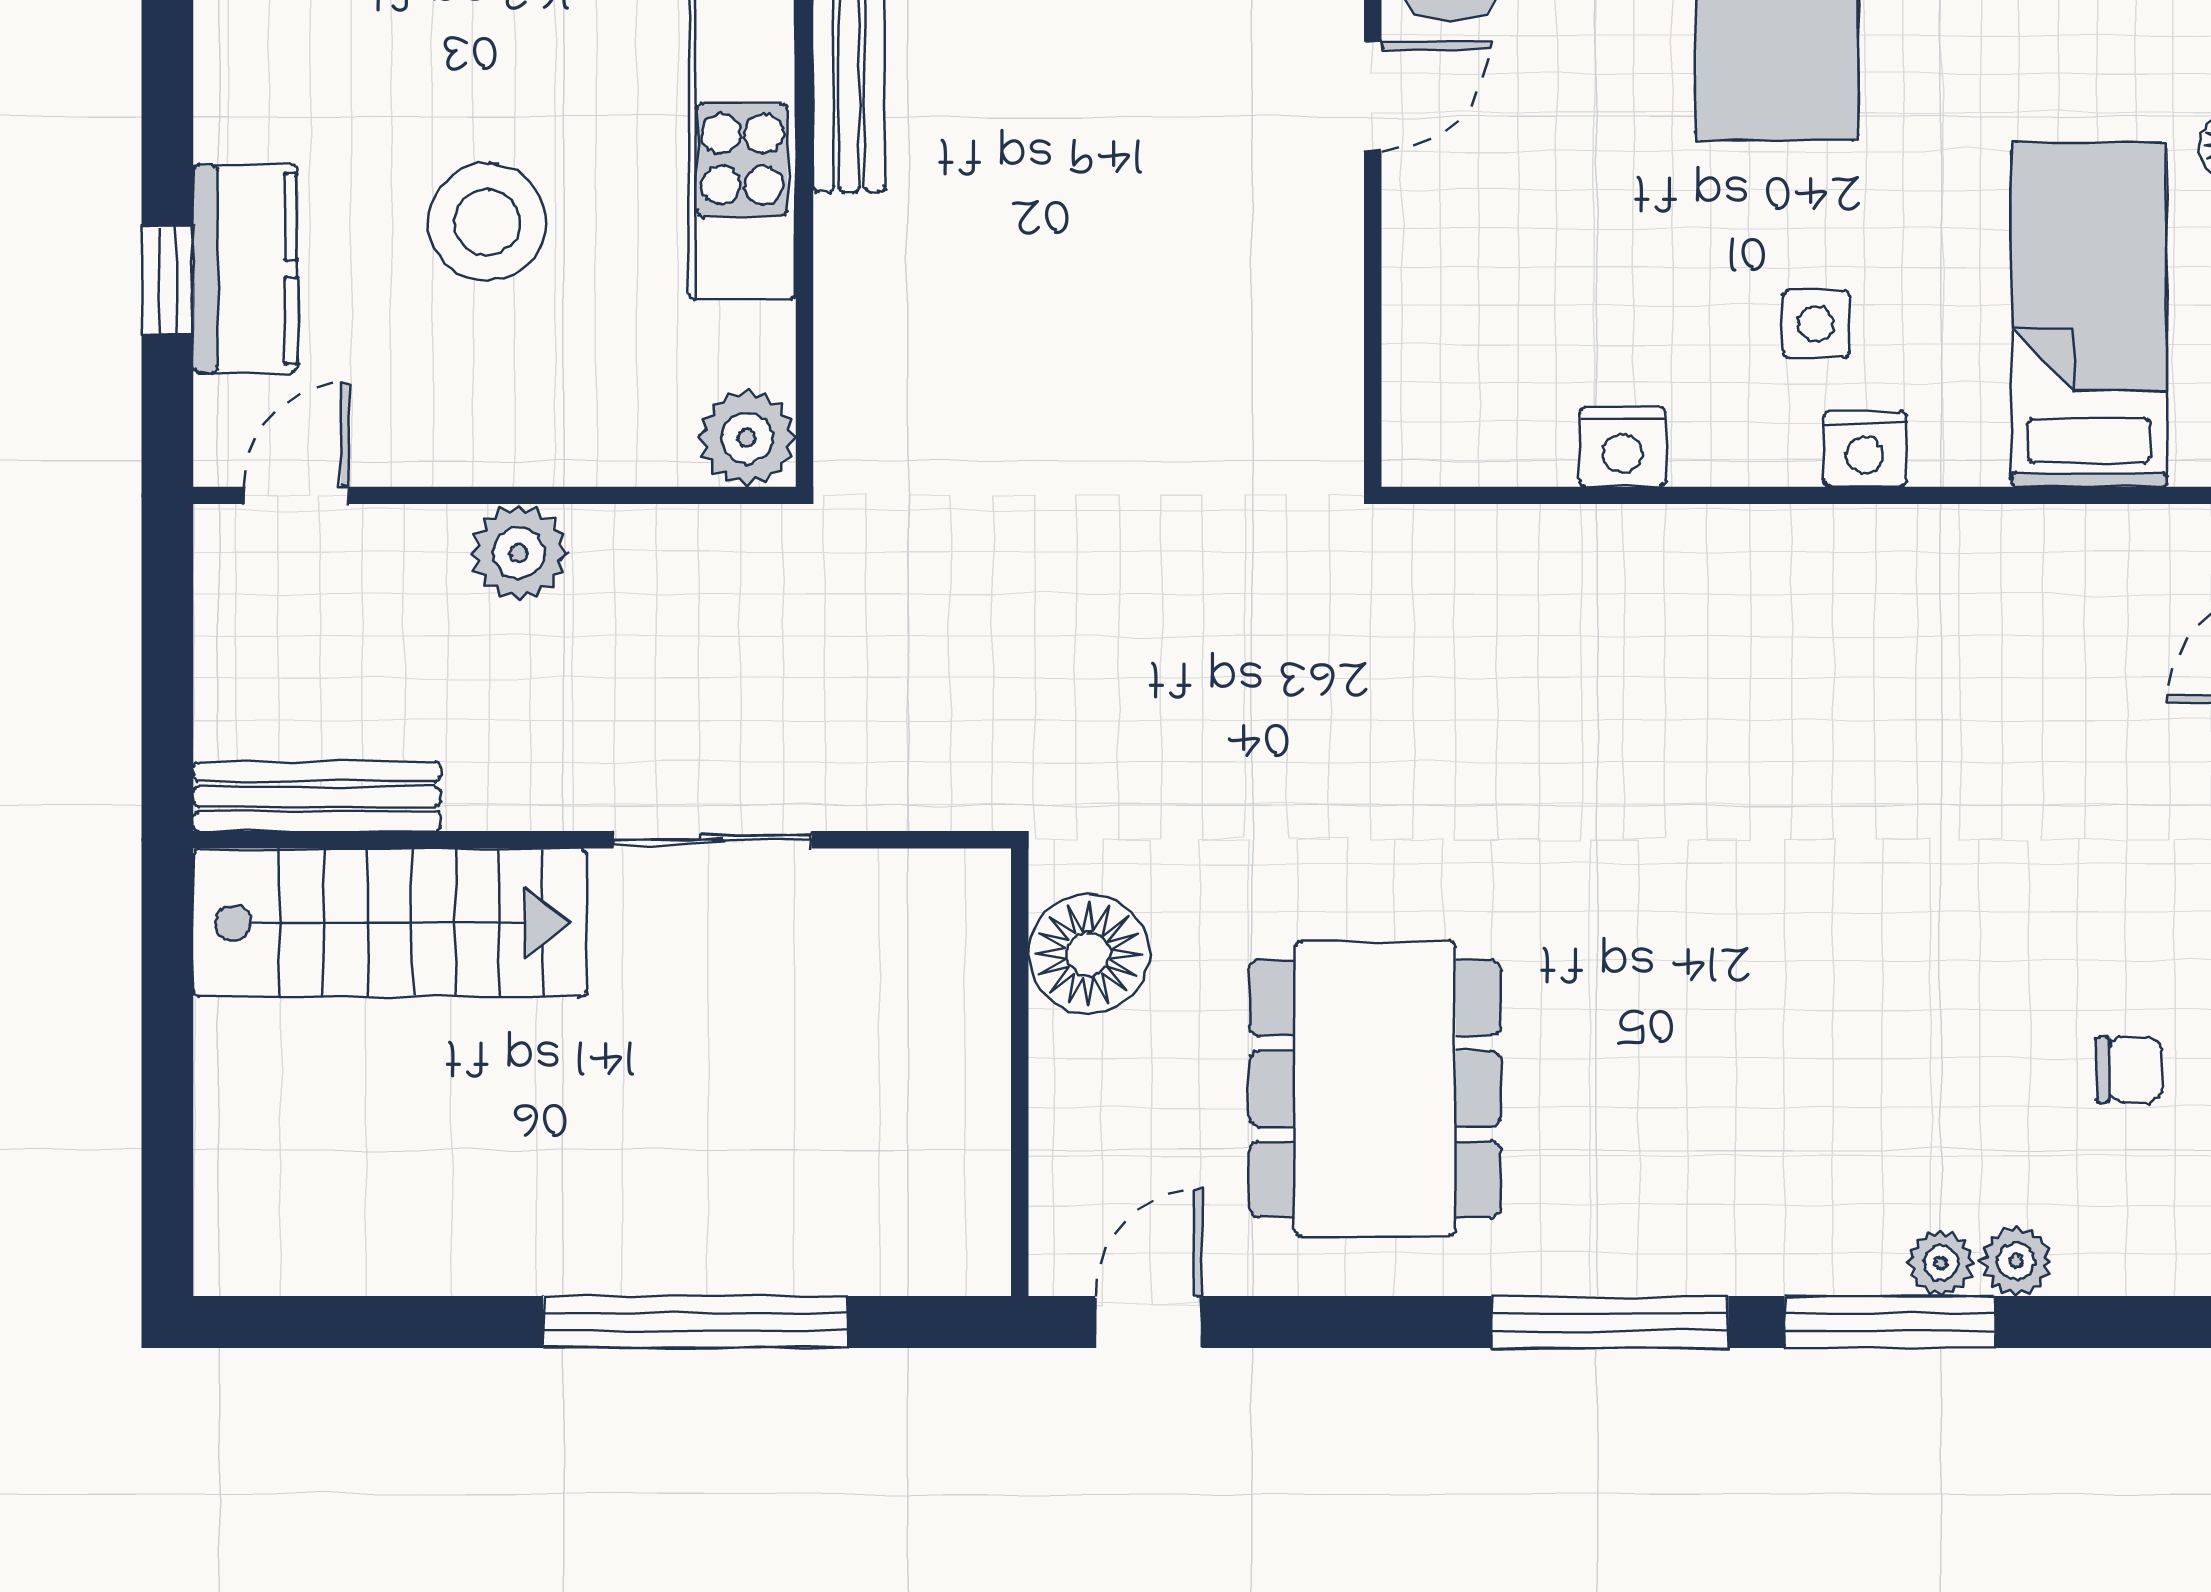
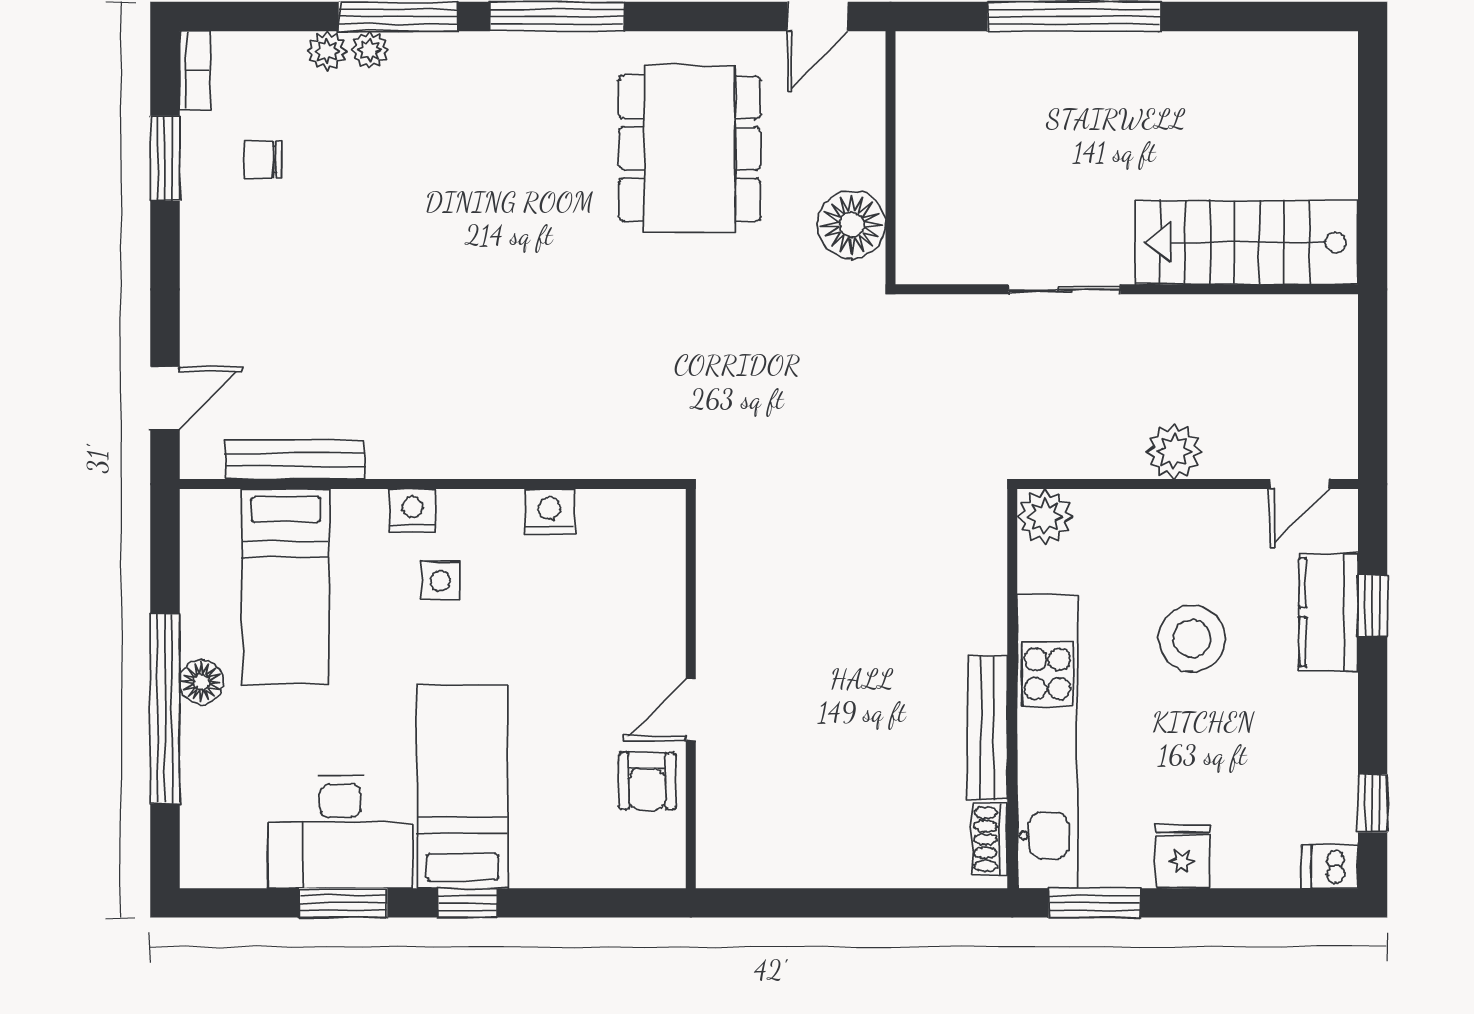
bench: (317, 797) -> (295, 460), moved

